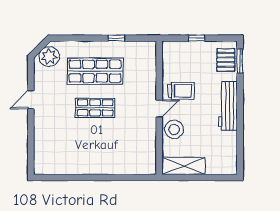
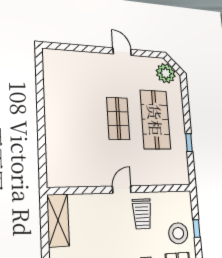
door: (159, 108) -> (122, 189), swing flipped
stool: (174, 129) -> (178, 233), moved

